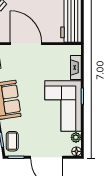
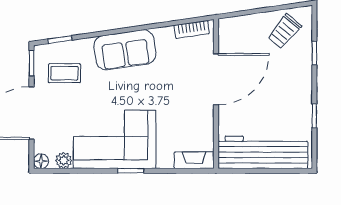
fireplace: (76, 68) -> (194, 160), moved
coffee table: (12, 141) -> (64, 73), moved

